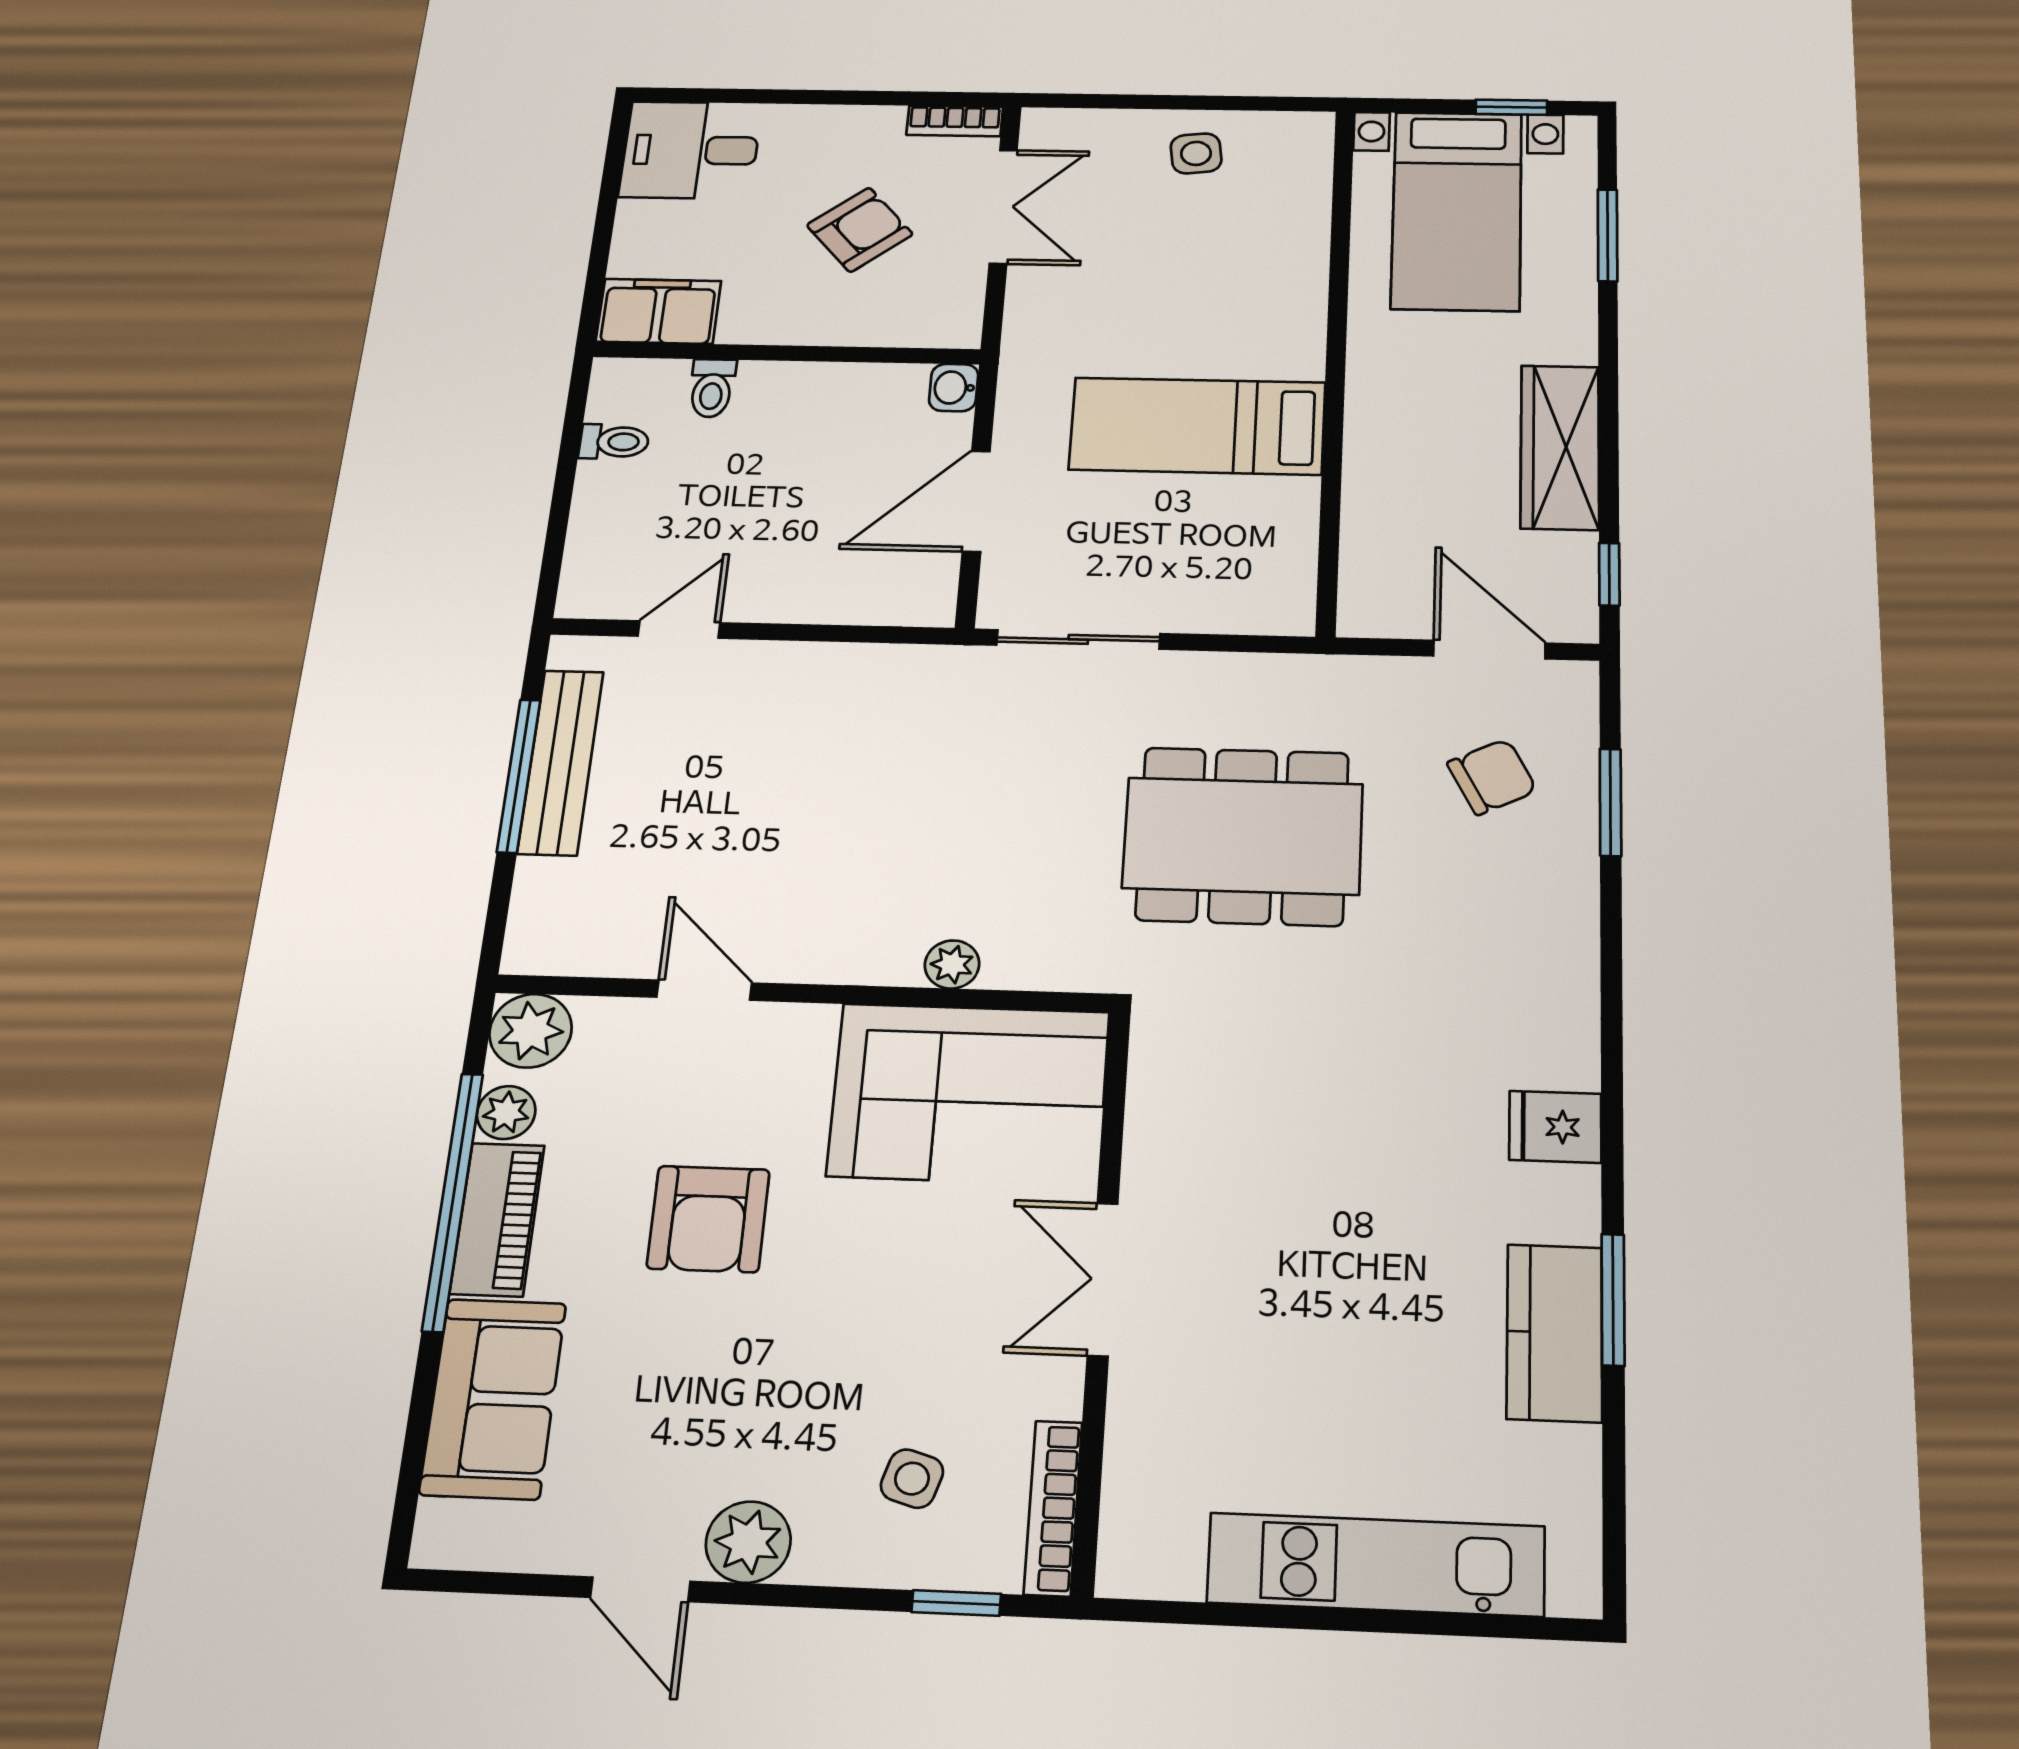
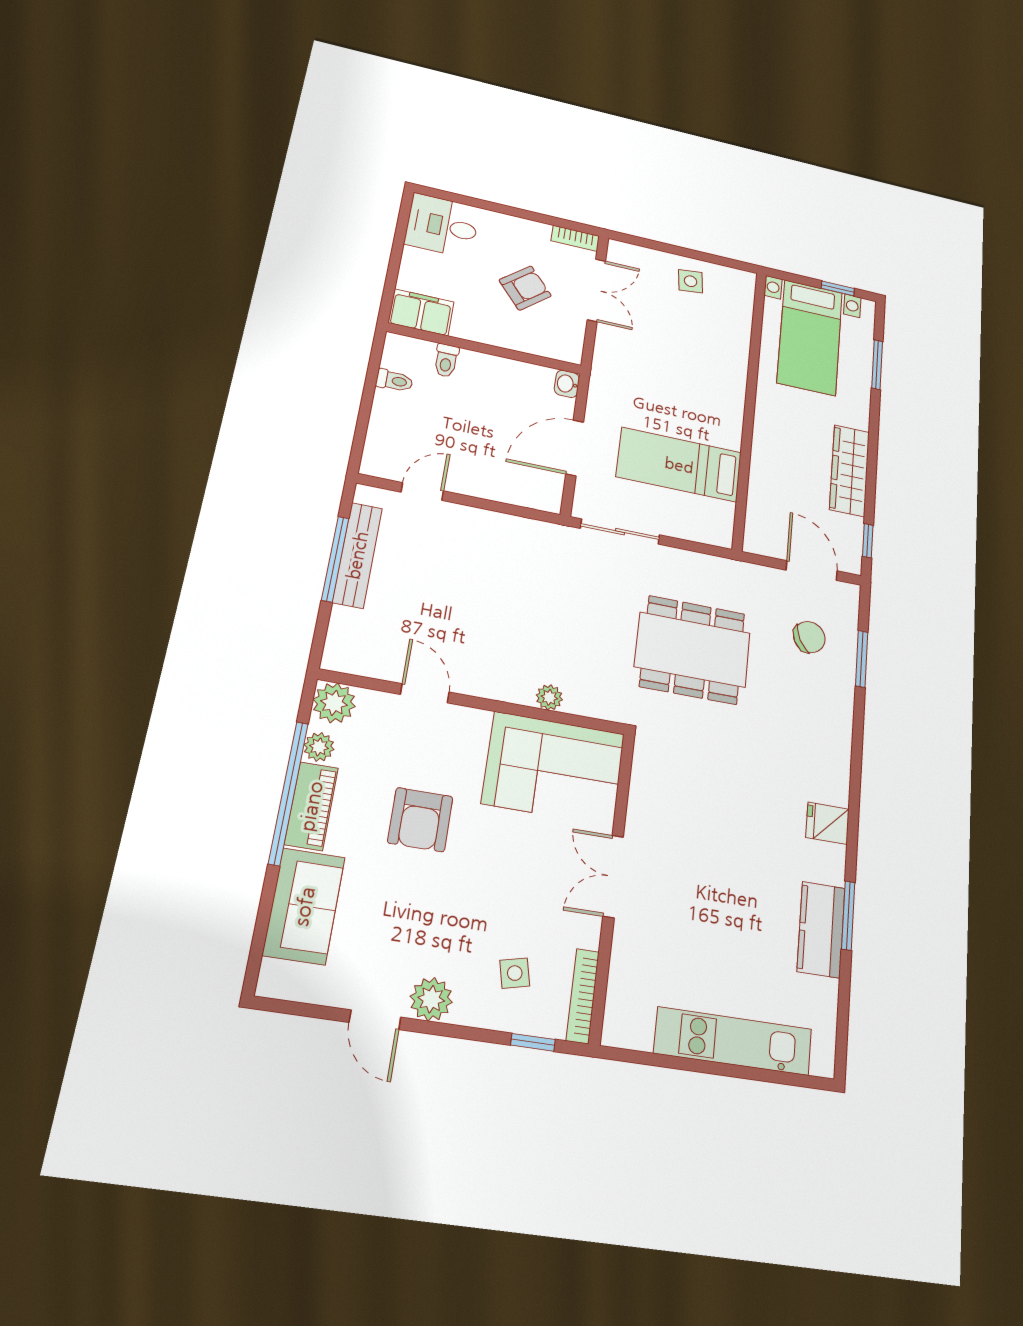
bed: (1197, 426) -> (679, 465), moved
side table: (912, 1479) -> (515, 973), turned -30

